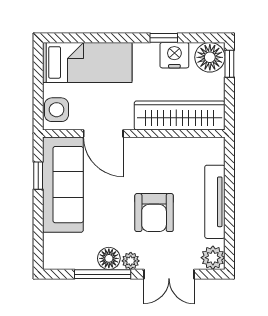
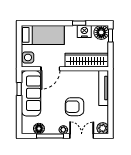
door: (103, 133) -> (50, 69), hinge flipped
tv unit: (215, 202) -> (104, 88), moved
armchair: (154, 213) -> (75, 107), turned 90
floor lamp: (109, 258) -> (39, 129), moved
double door: (169, 274) -> (82, 136), swing flipped

